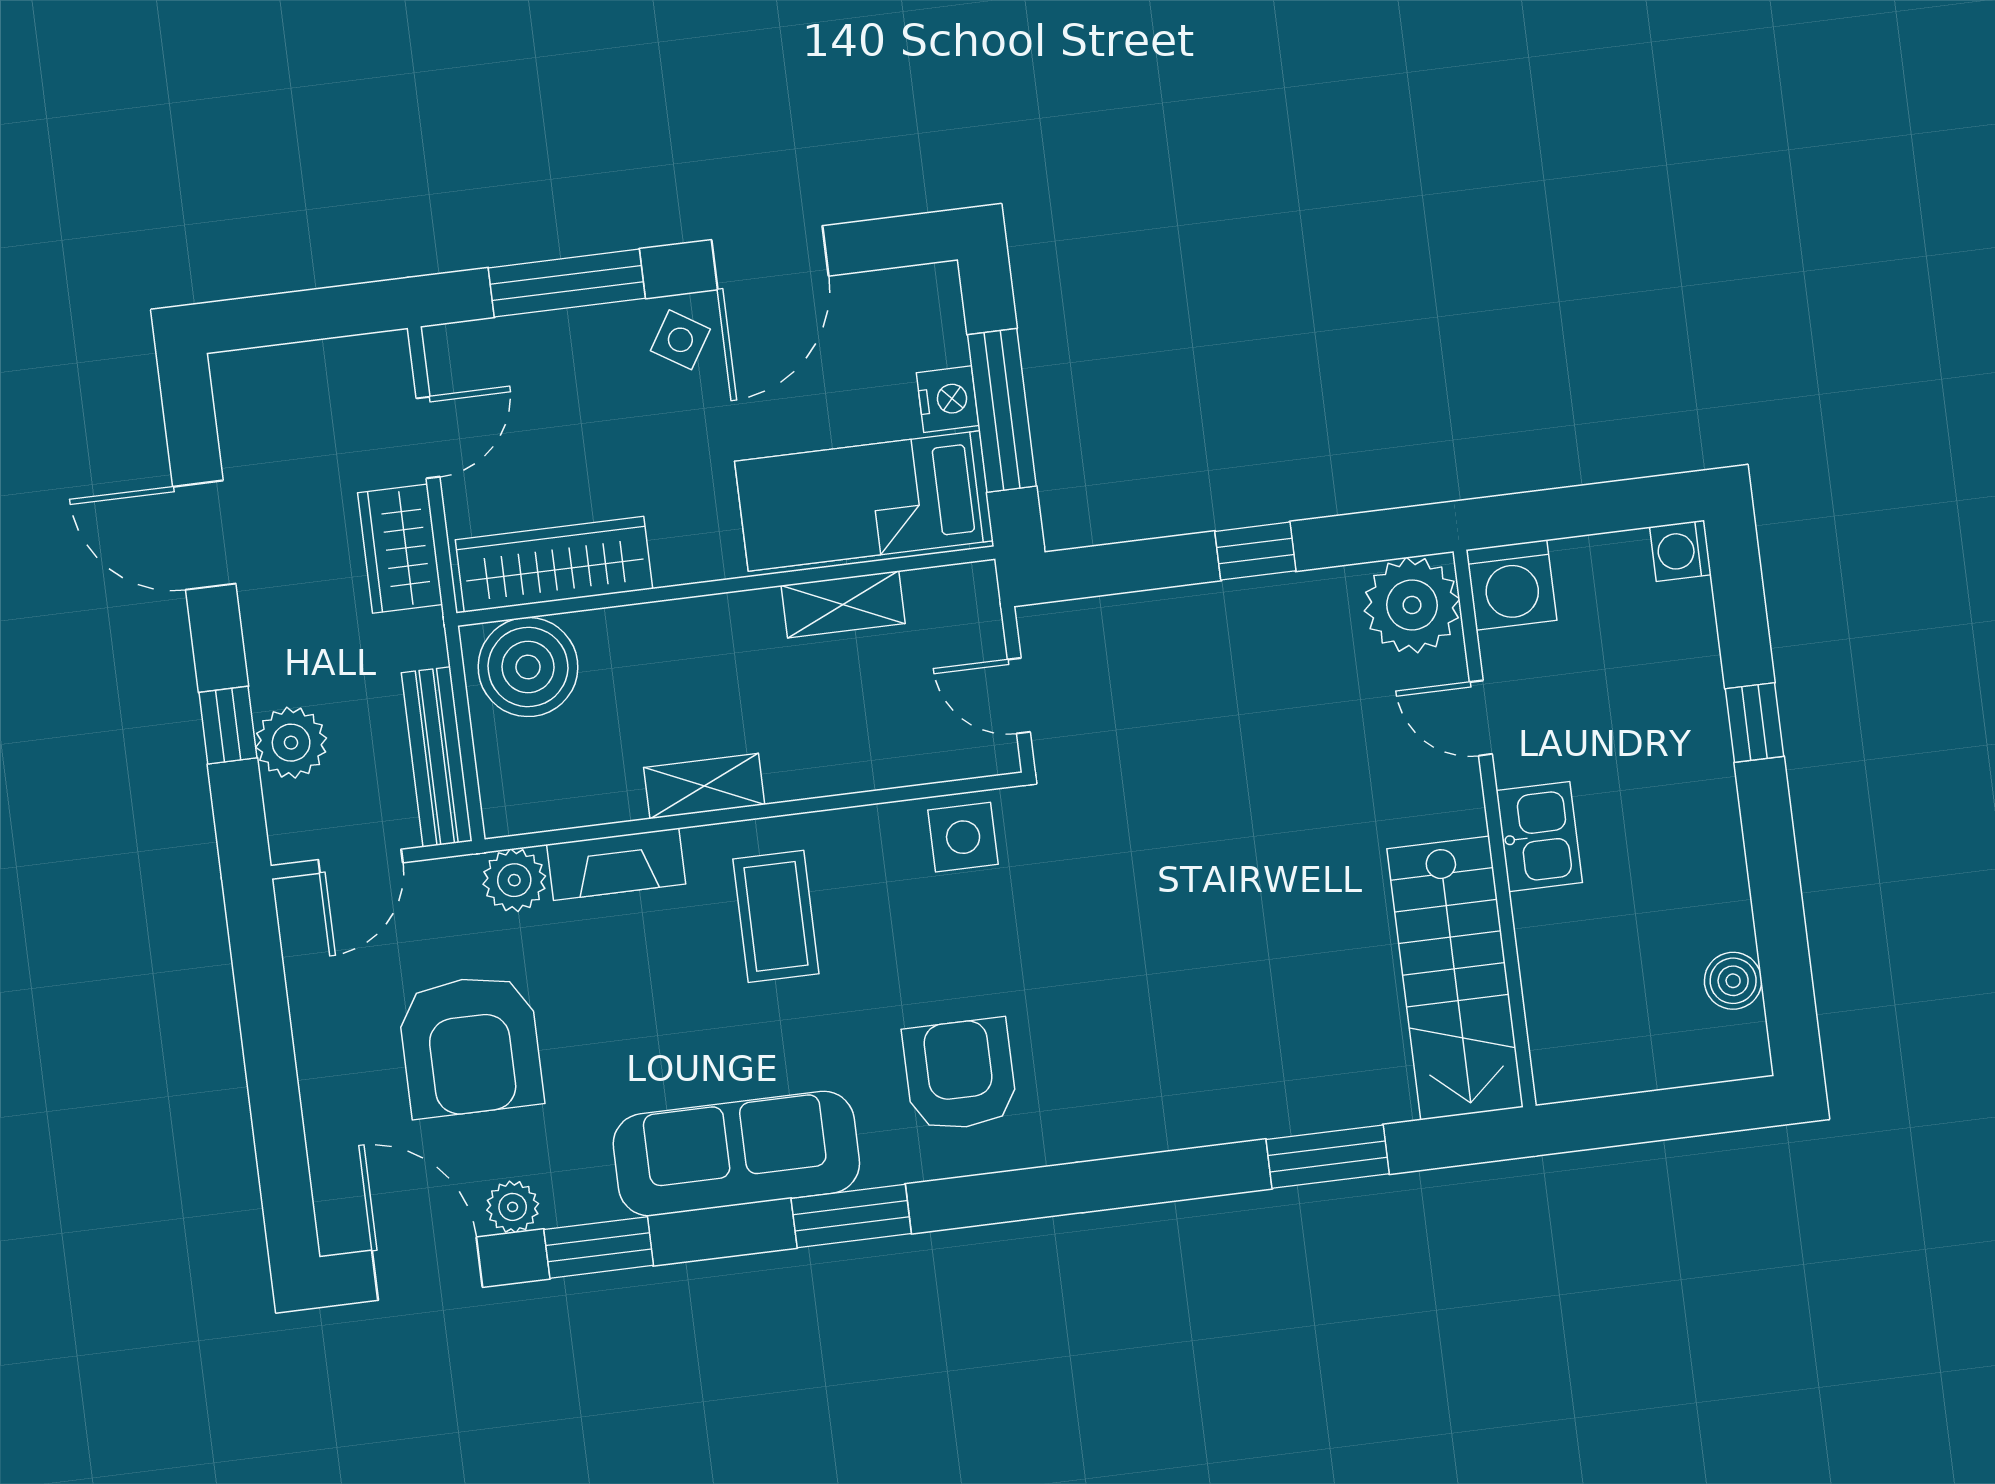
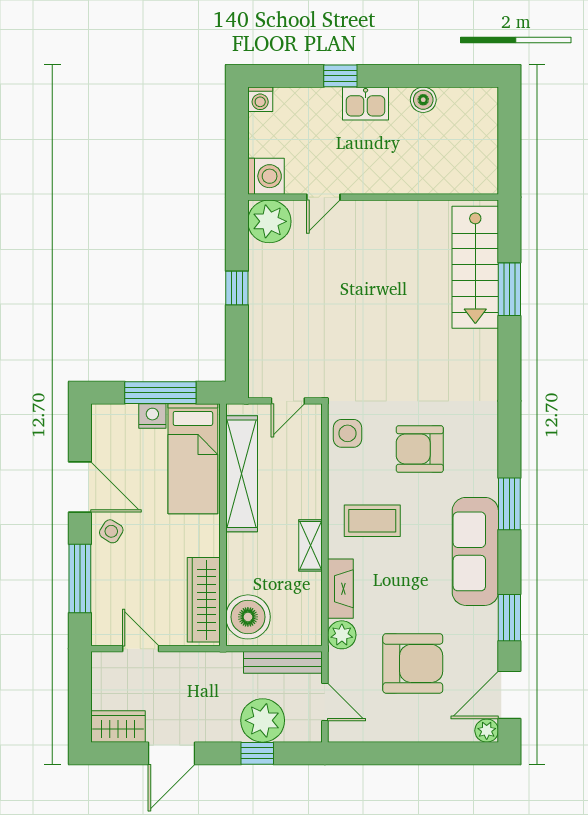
wardrobe: (400, 549) -> (118, 726), moved, turned 180
shelving: (843, 604) -> (242, 474), width x2.20, depth x1.33
plant: (291, 743) -> (263, 720), width x1.36, depth x1.36
kitchen sink: (1539, 837) -> (366, 104), moved, turned 180
stairs: (1455, 978) -> (475, 267), moved, turned 90
boiler: (1733, 981) -> (423, 100), moved
armchair: (960, 1075) -> (420, 449), moved
plant: (513, 1207) -> (487, 731), moved

